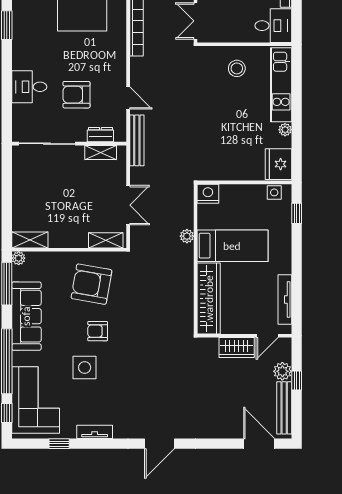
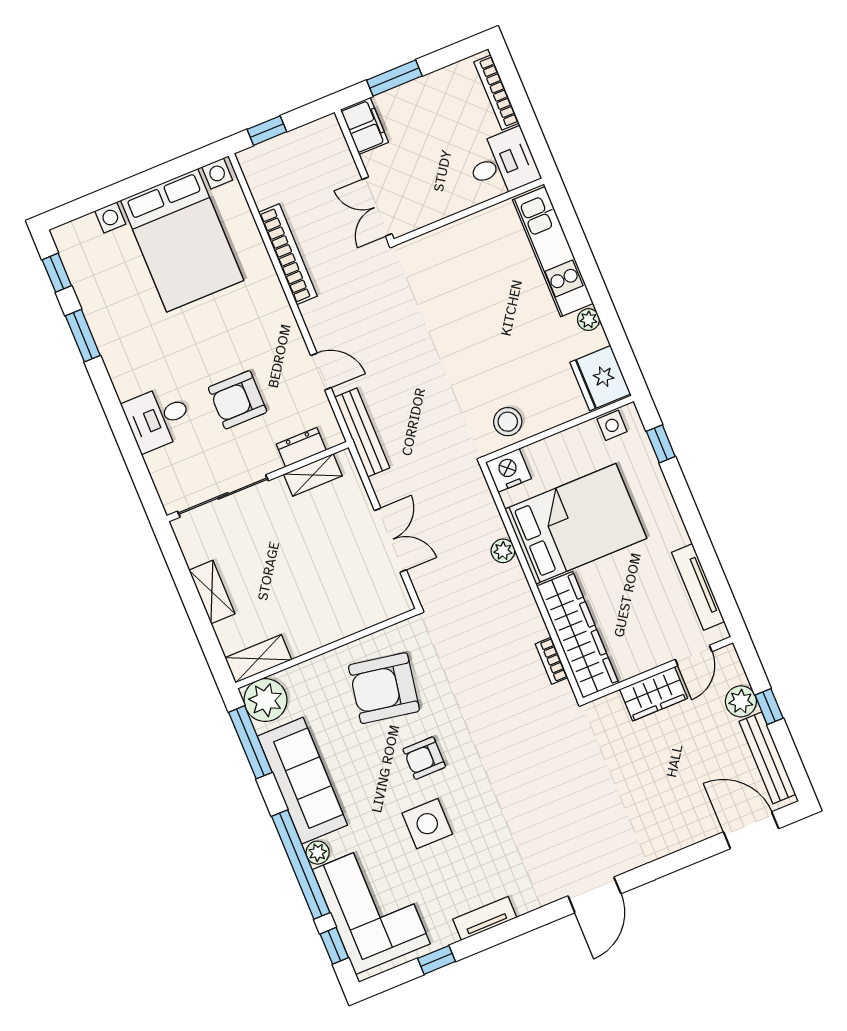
stool: (237, 68) -> (508, 422), moved
shelving: (106, 240) -> (212, 592), moved, turned 90
bed: (232, 246) -> (576, 524), width x1.50
plant: (19, 258) -> (265, 700), width x1.88, depth x1.88
bookcase: (189, 307) -> (551, 661), added
plant: (19, 359) -> (318, 853), added

